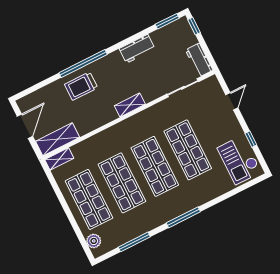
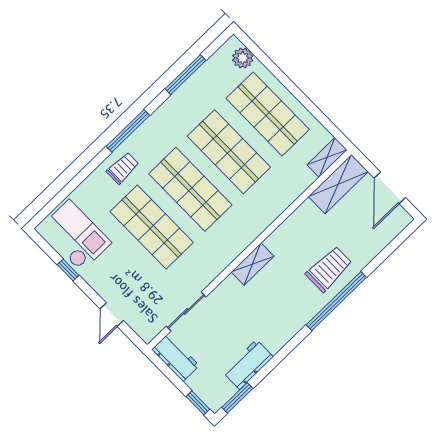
workbench: (137, 49) -> (248, 365), moved
trolley: (194, 194) -> (123, 168), added

